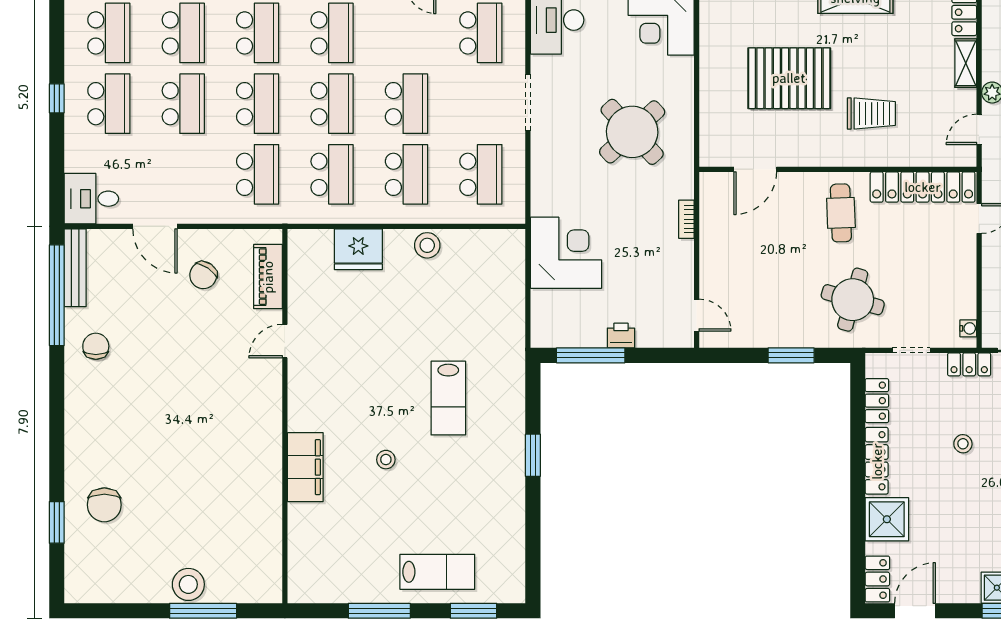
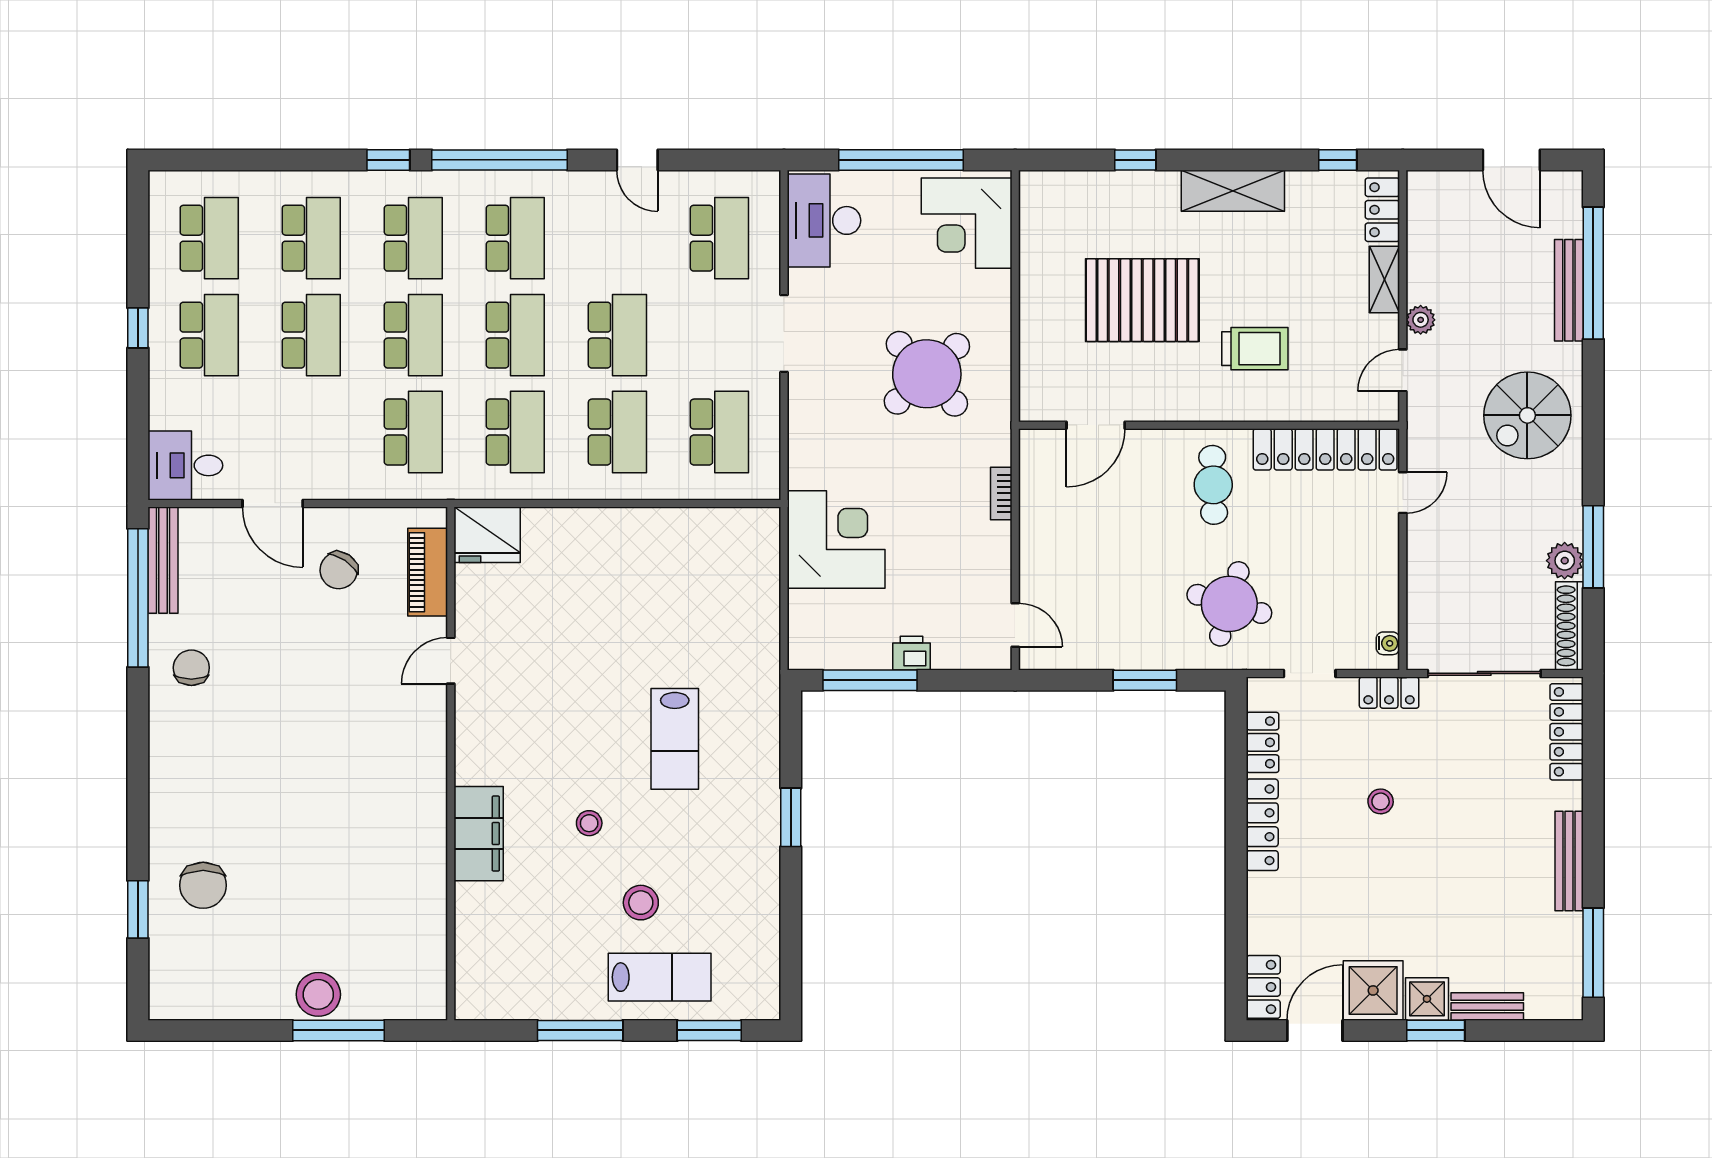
stool: (427, 245) -> (641, 903), moved
fridge: (358, 249) -> (487, 535), moved
shower: (887, 519) -> (1373, 990), moved

